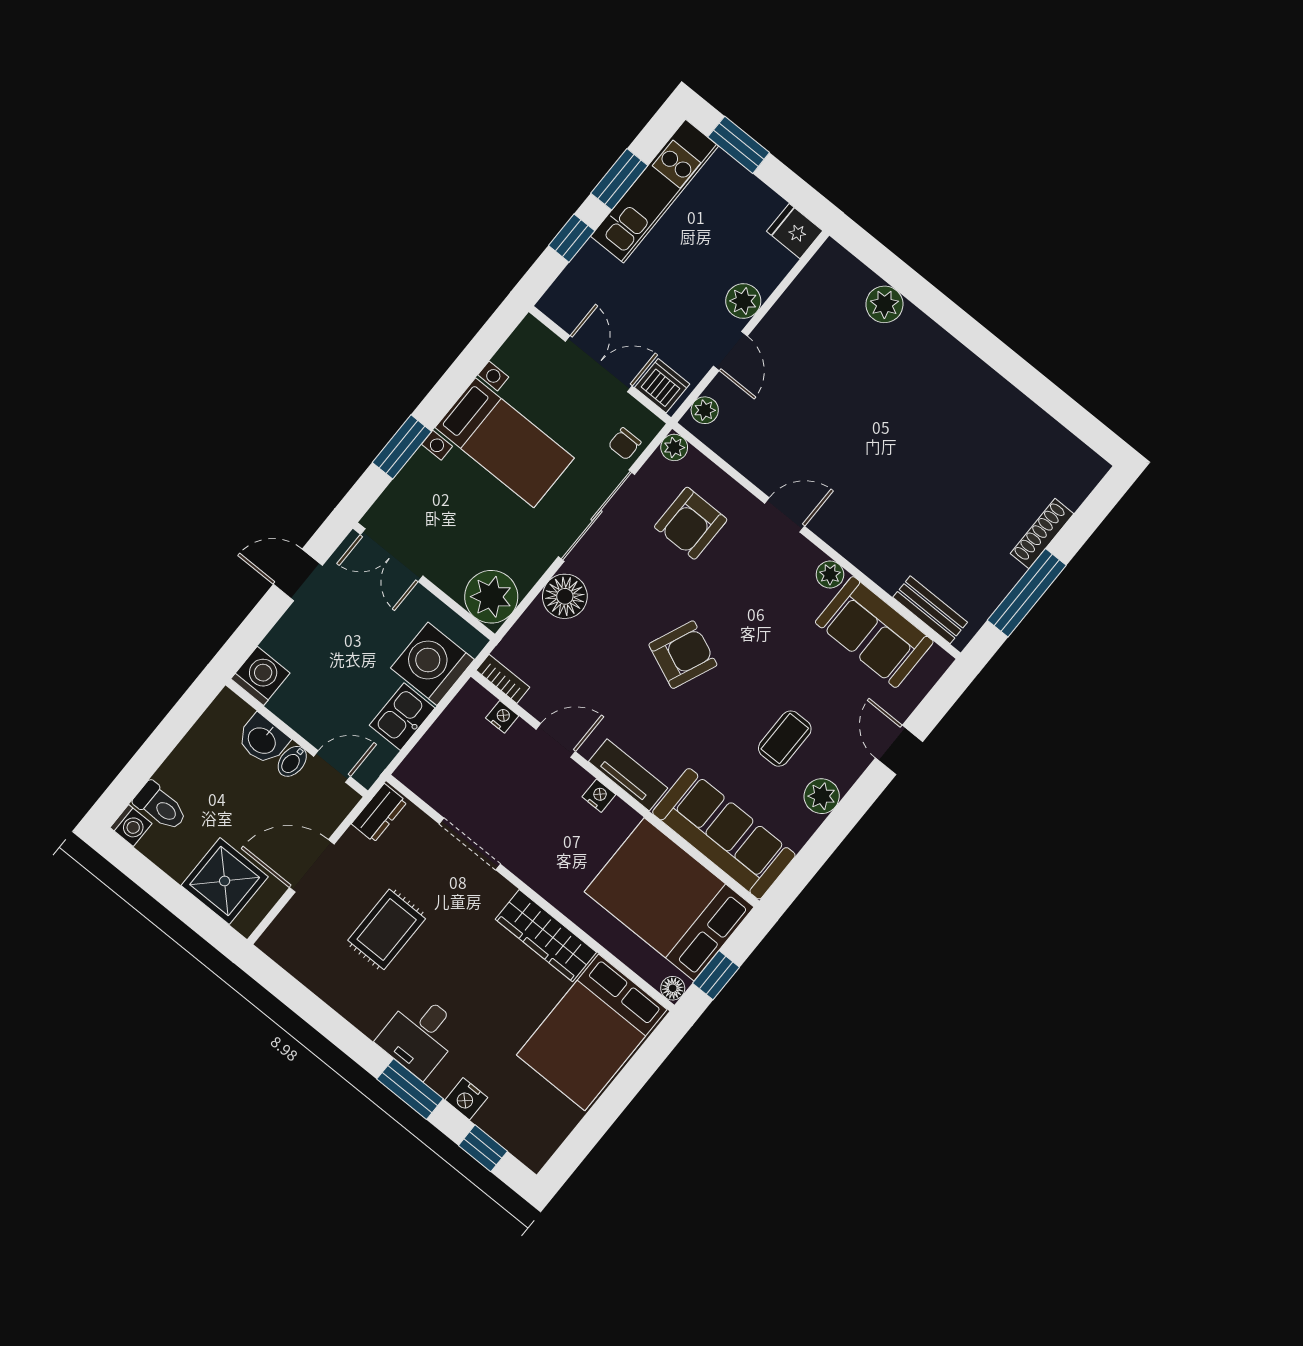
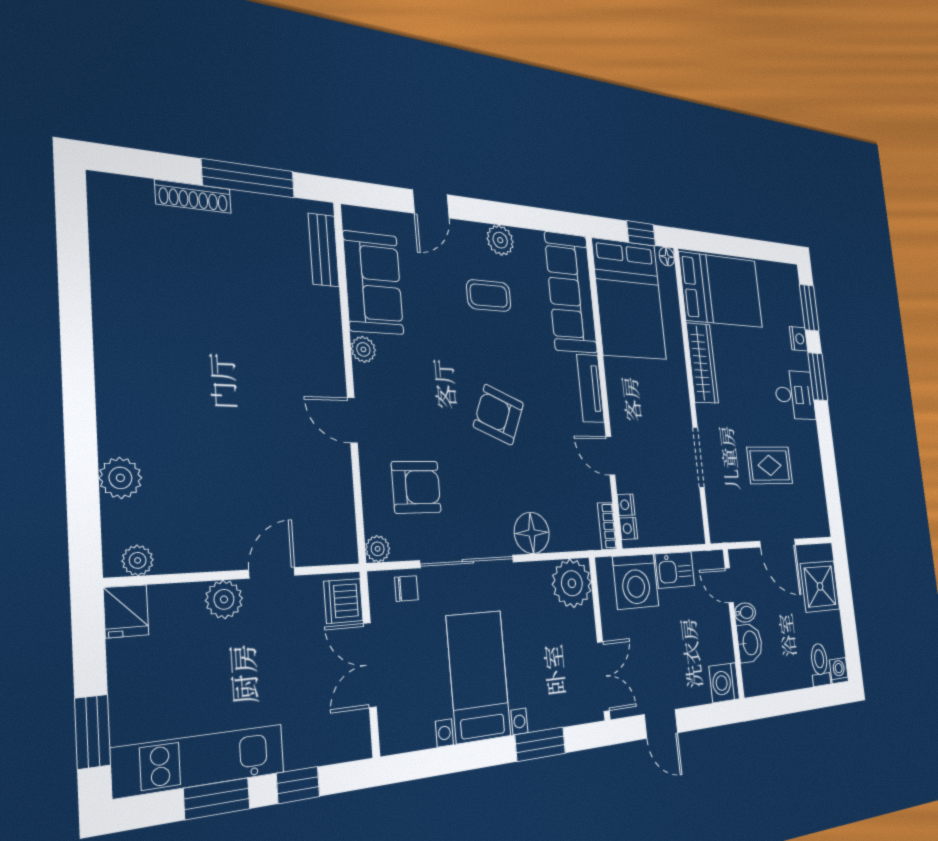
plant: (705, 410) -> (138, 560), moved
nightstand: (599, 796) -> (629, 528), moved
dresser: (379, 813) -> (727, 530), removed
window: (483, 1148) -> (809, 308), width x1.50

